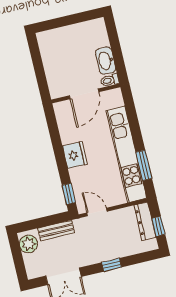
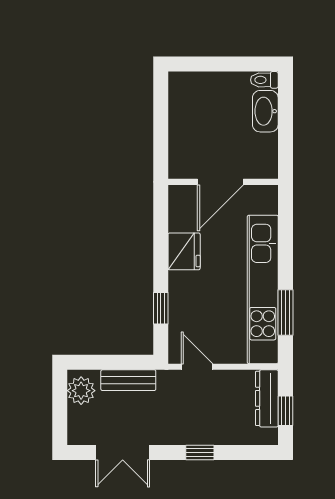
washbasin: (106, 61) -> (265, 111), moved
toilet: (110, 80) -> (264, 80), moved
fridge: (75, 155) -> (184, 251), moved
window: (69, 194) -> (161, 308), moved

